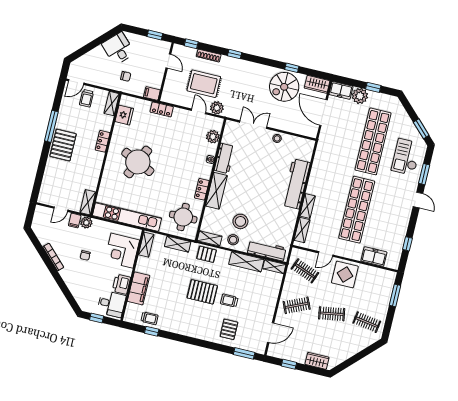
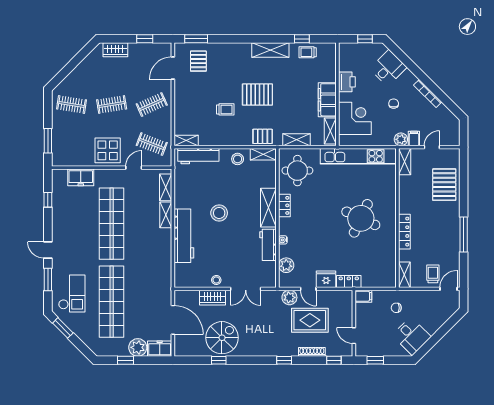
wardrobe: (317, 84) -> (212, 298), moved, turned 180
fridge: (124, 115) -> (326, 279), moved, turned 90
locker: (103, 141) -> (404, 232), width x1.53
pallet: (63, 145) -> (444, 185), moved
stool: (240, 221) -> (219, 213), moved
shelving: (246, 262) -> (270, 50), moved
filing cabinet: (139, 288) -> (327, 100), moved
trolley: (229, 301) -> (225, 109), moved
desk: (111, 304) -> (388, 68), moved, turned 135
pallet: (229, 329) -> (198, 61), moved

